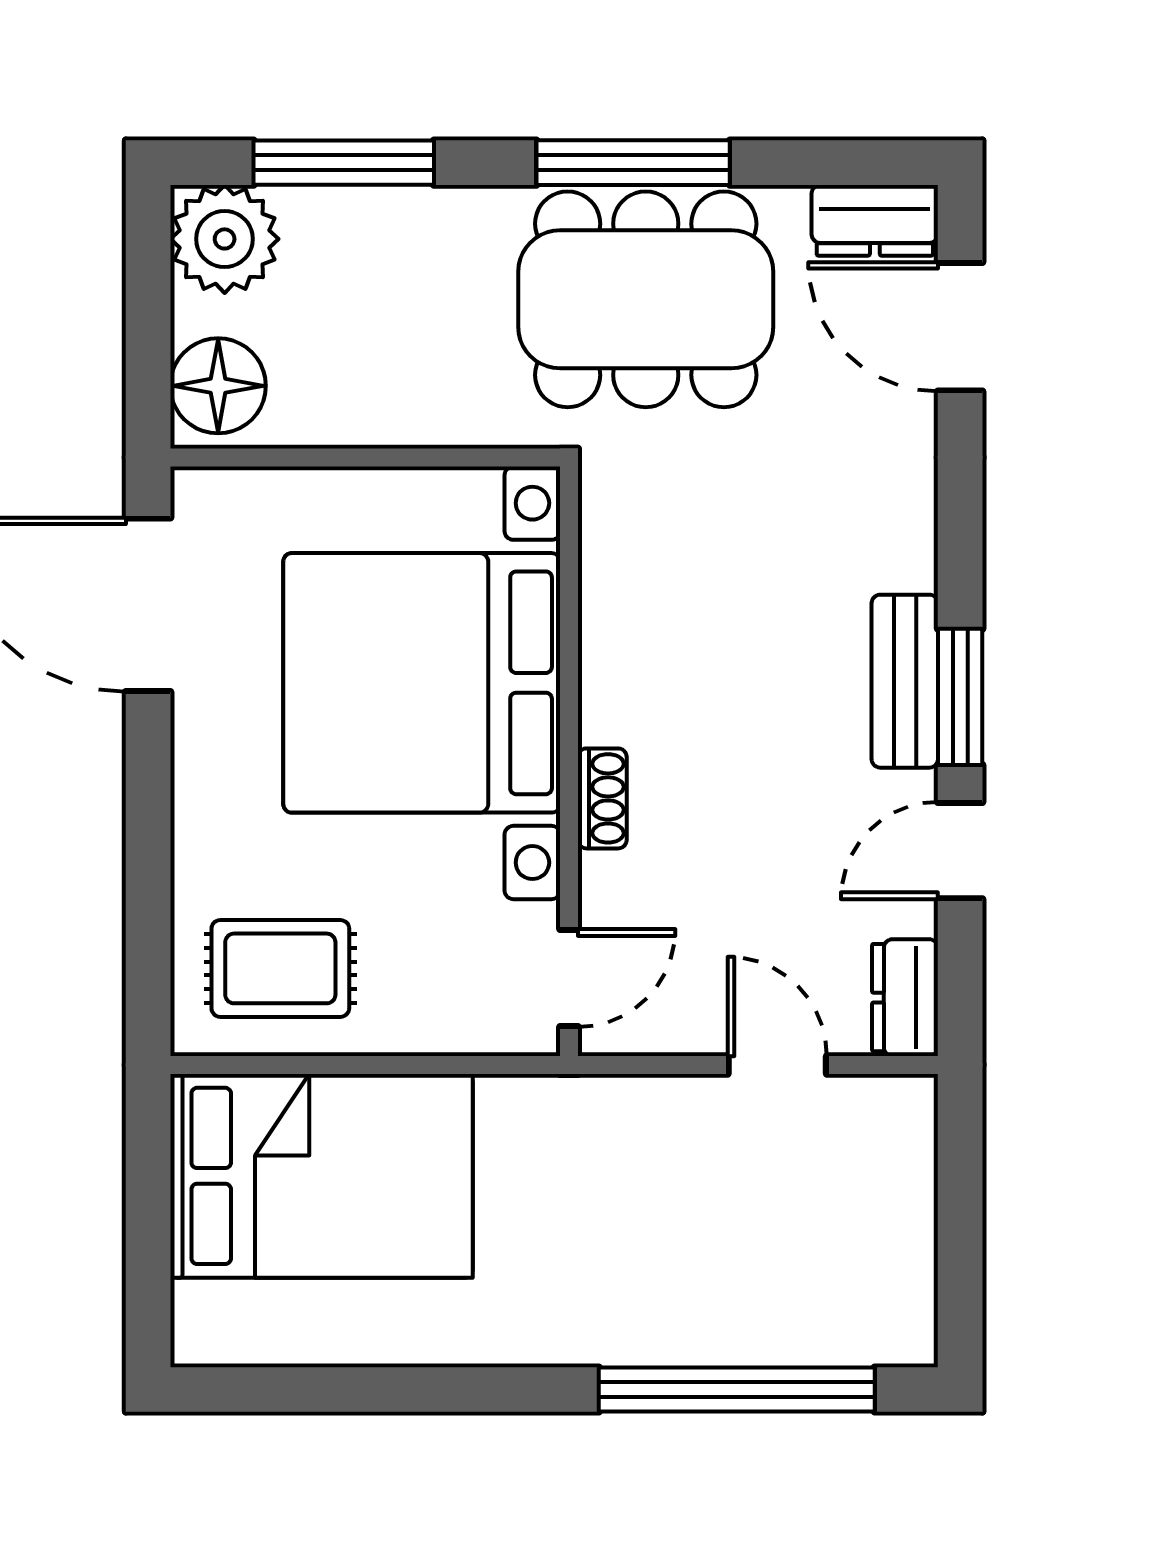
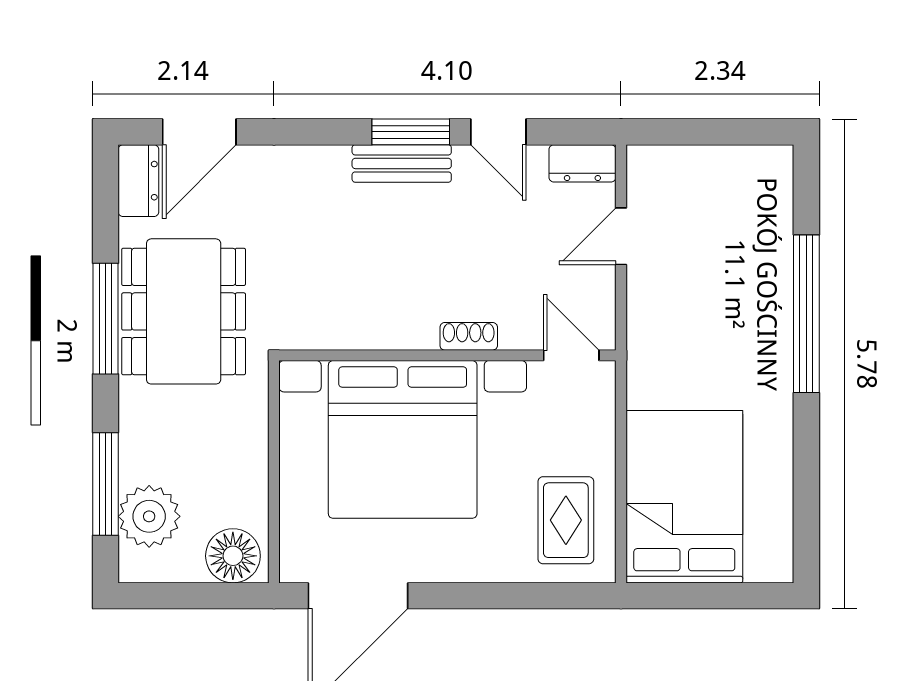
plant: (225, 239) -> (149, 516), moved
window: (737, 1389) -> (806, 314), moved

